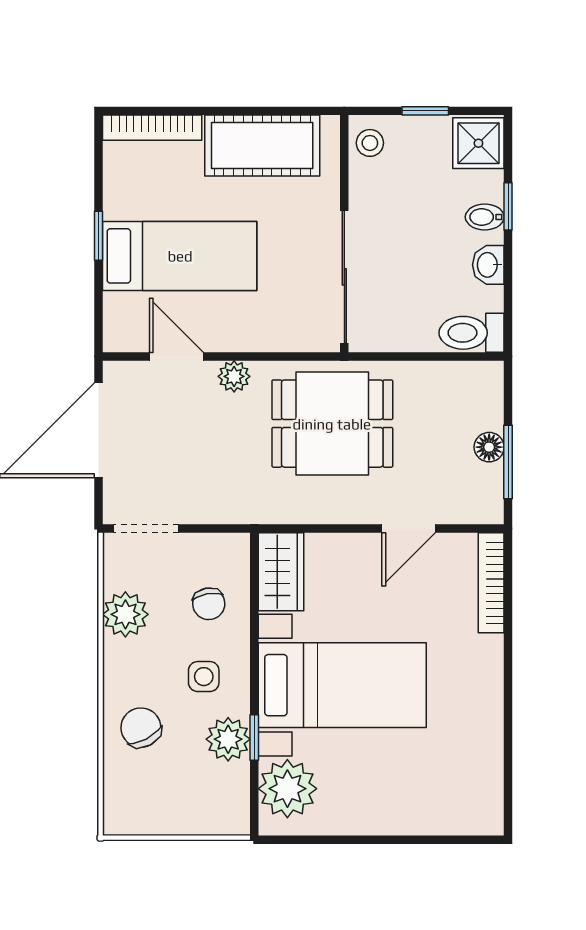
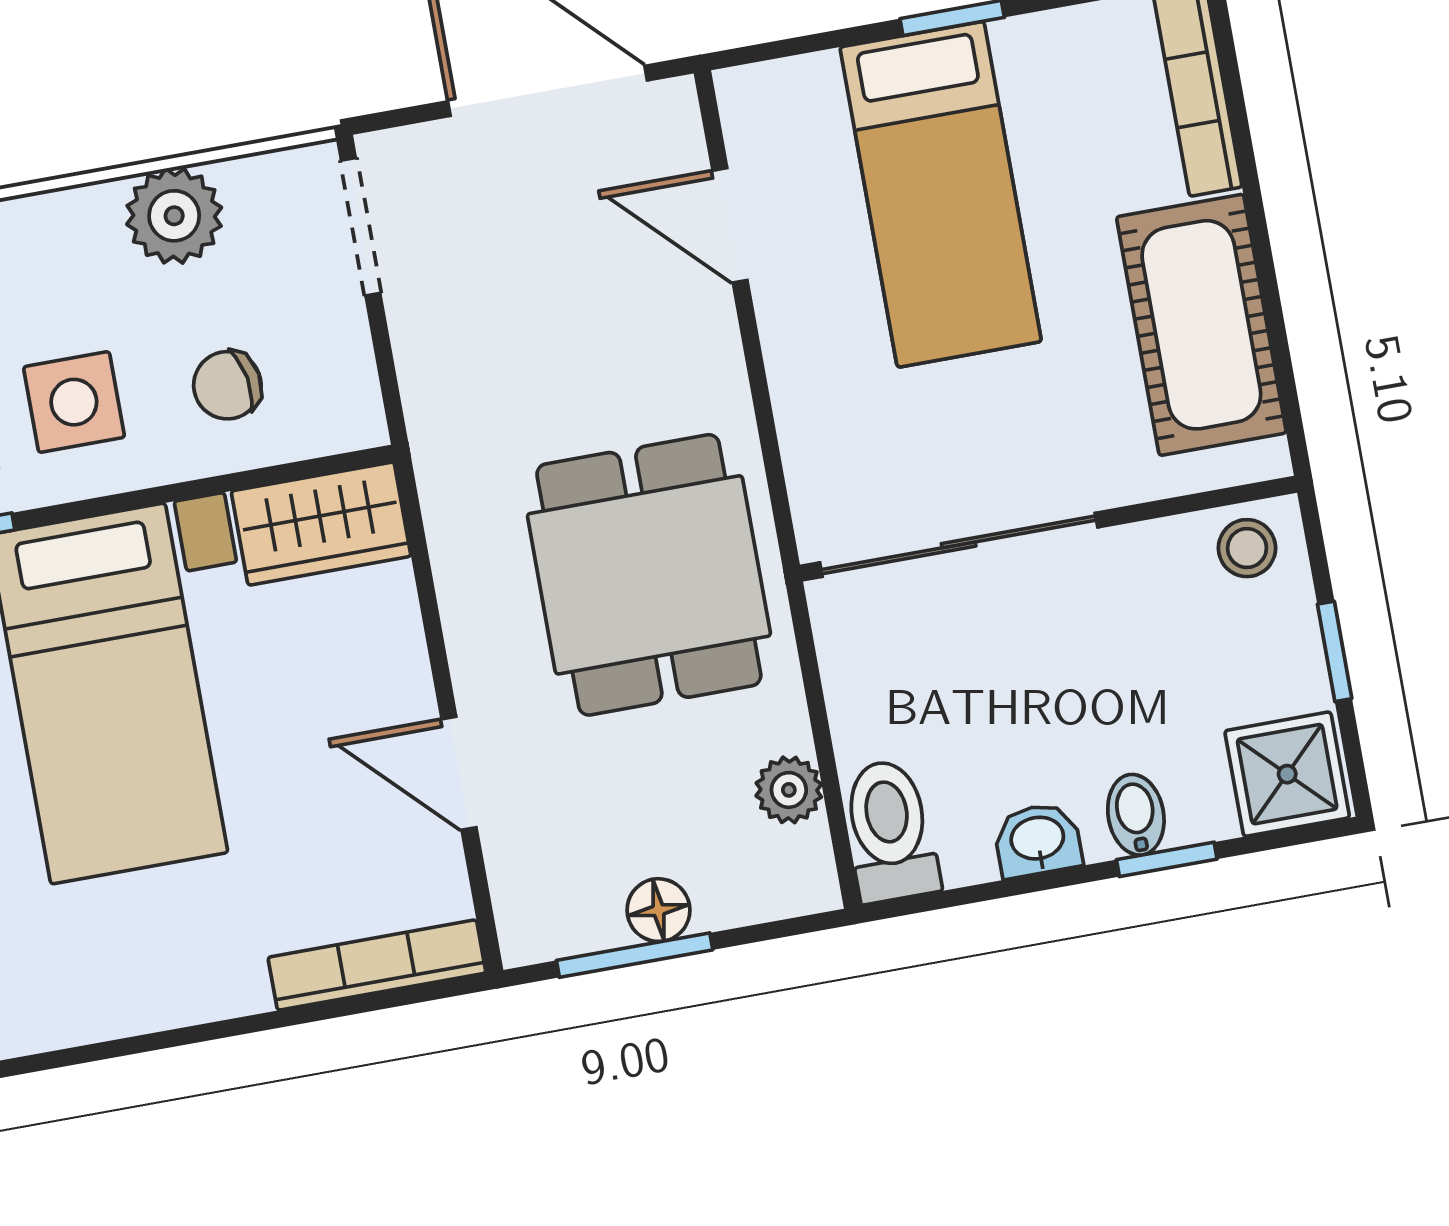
door: (176, 357) -> (730, 225), swing flipped
plant: (234, 376) -> (789, 790), moved
side table: (204, 677) -> (74, 402), width x1.37, depth x1.37

